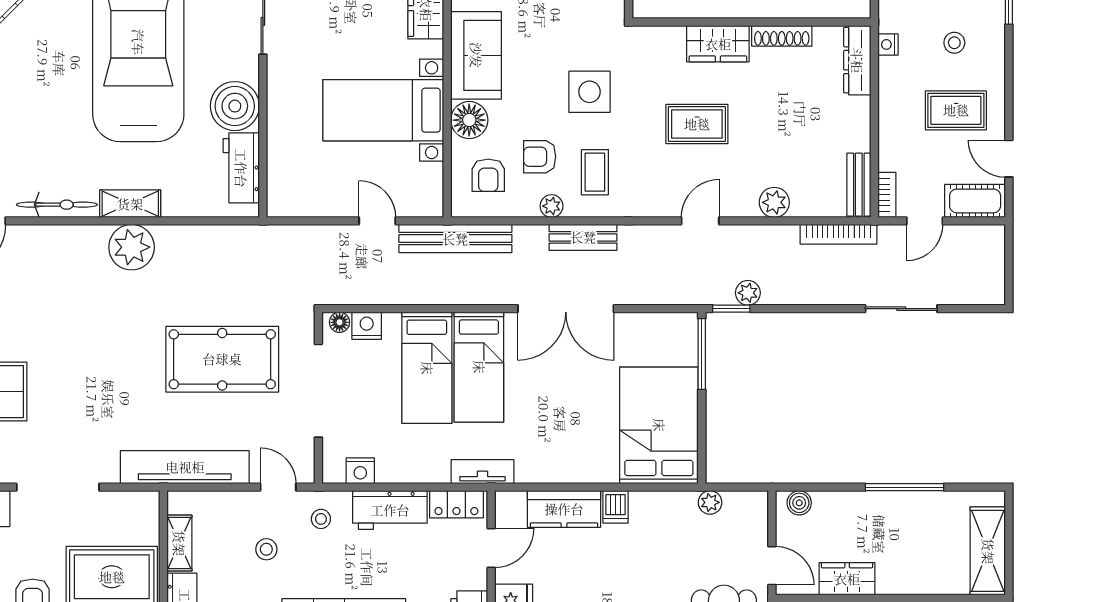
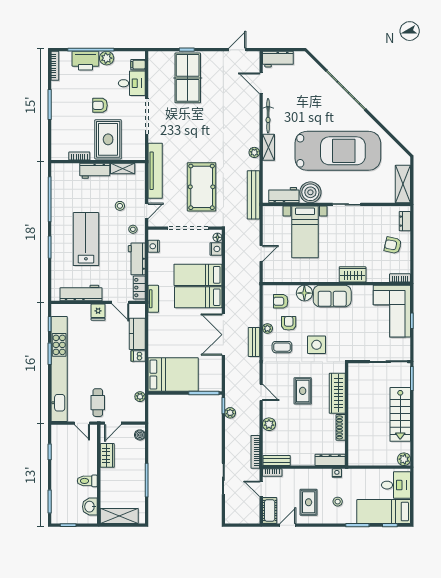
wardrobe: (718, 44) -> (337, 393), width x1.50
bed with nightstands: (383, 110) -> (305, 232), moved, turned 180
bench: (455, 239) -> (253, 195), moved
plant: (132, 247) -> (254, 152), width x0.53, depth x0.53

